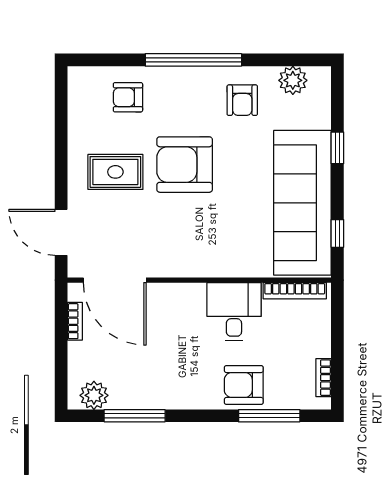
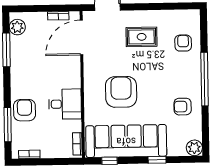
plant: (293, 80) -> (194, 148), moved
armchair: (185, 165) -> (121, 92), moved
rug: (115, 172) -> (142, 37), turned 90
bookcase: (295, 291) -> (77, 144), width x0.64

